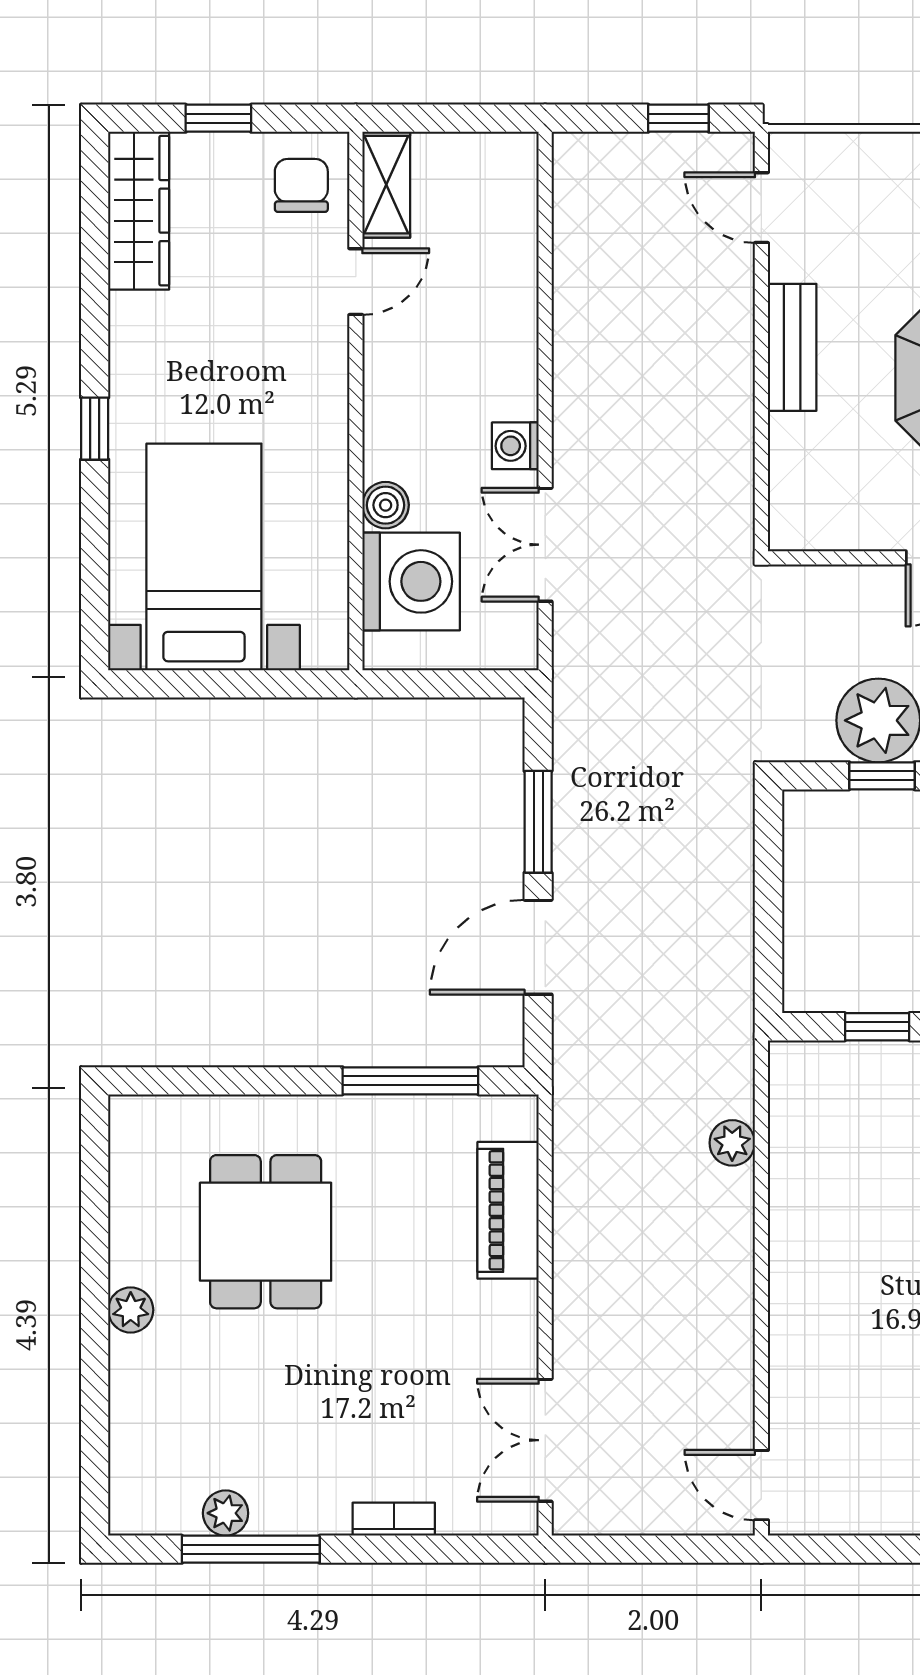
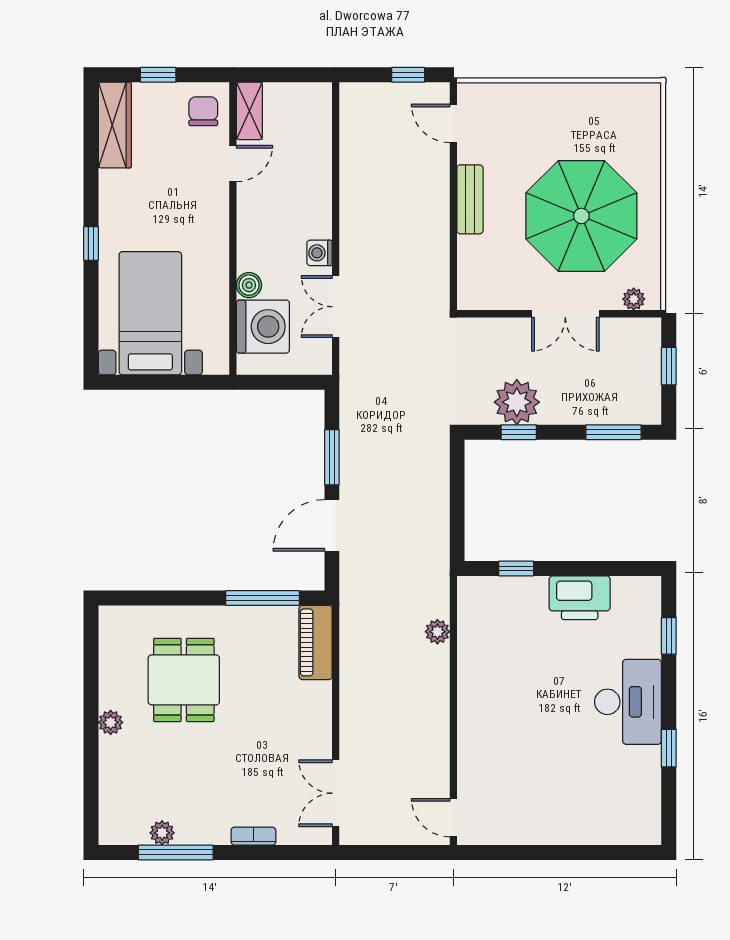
piano: (508, 1210) -> (316, 642), moved

